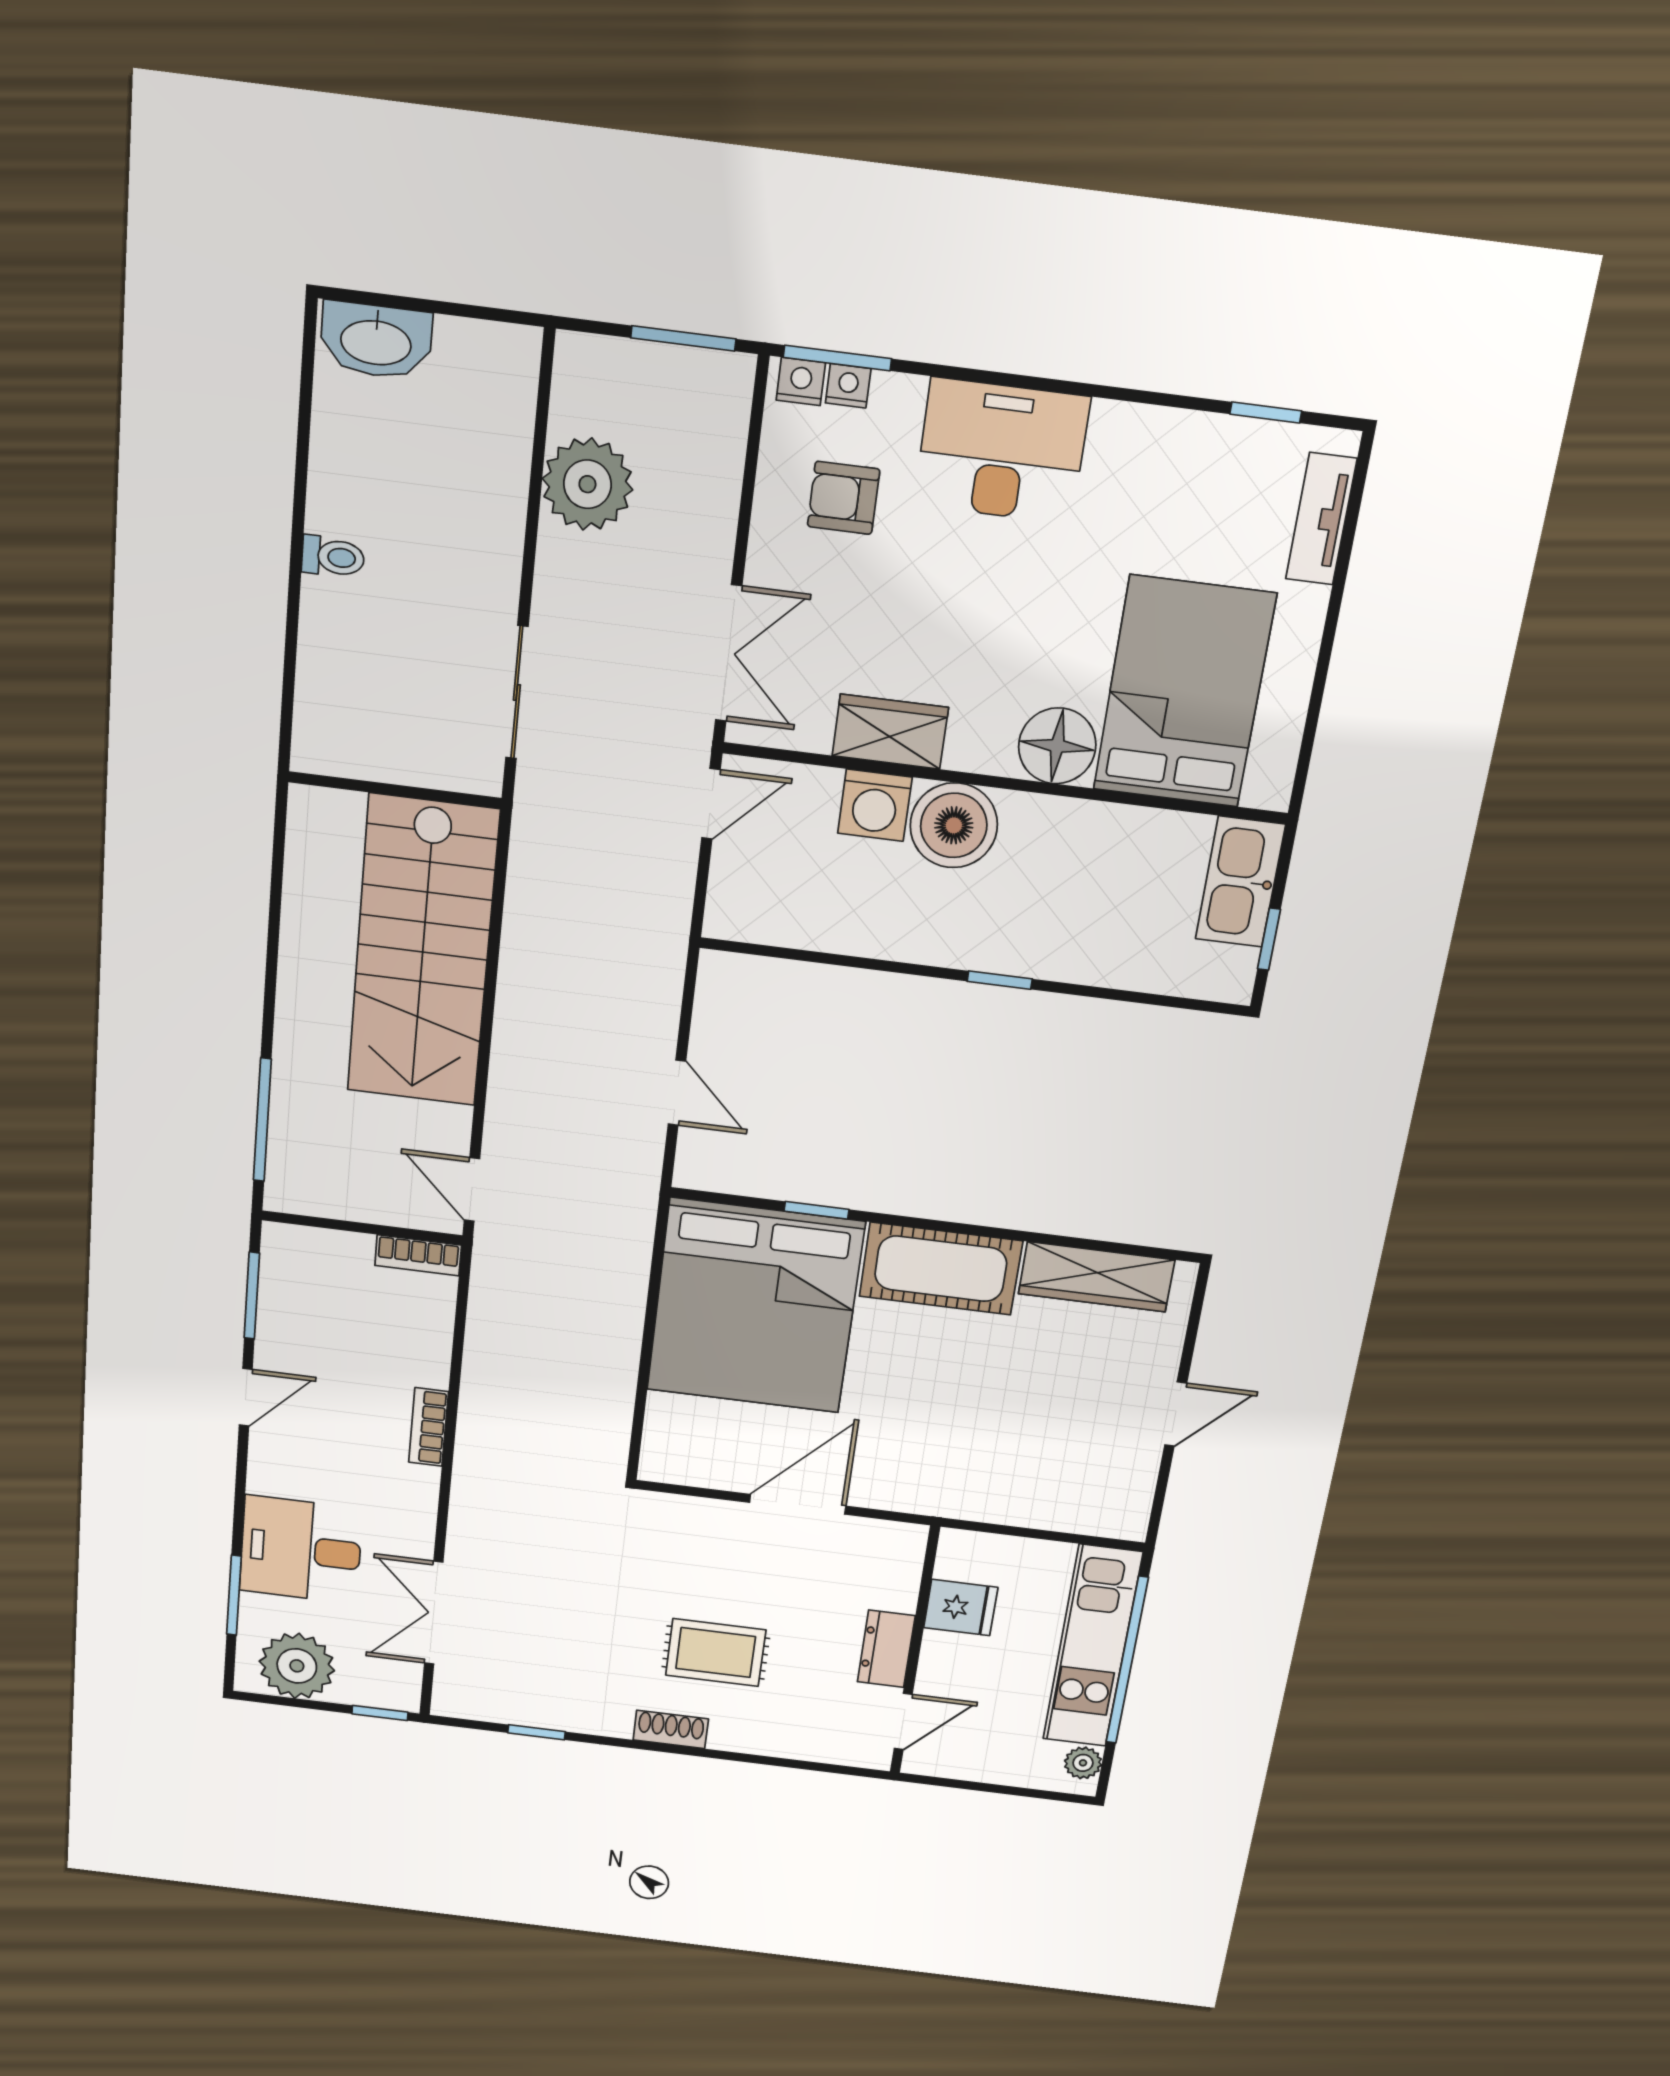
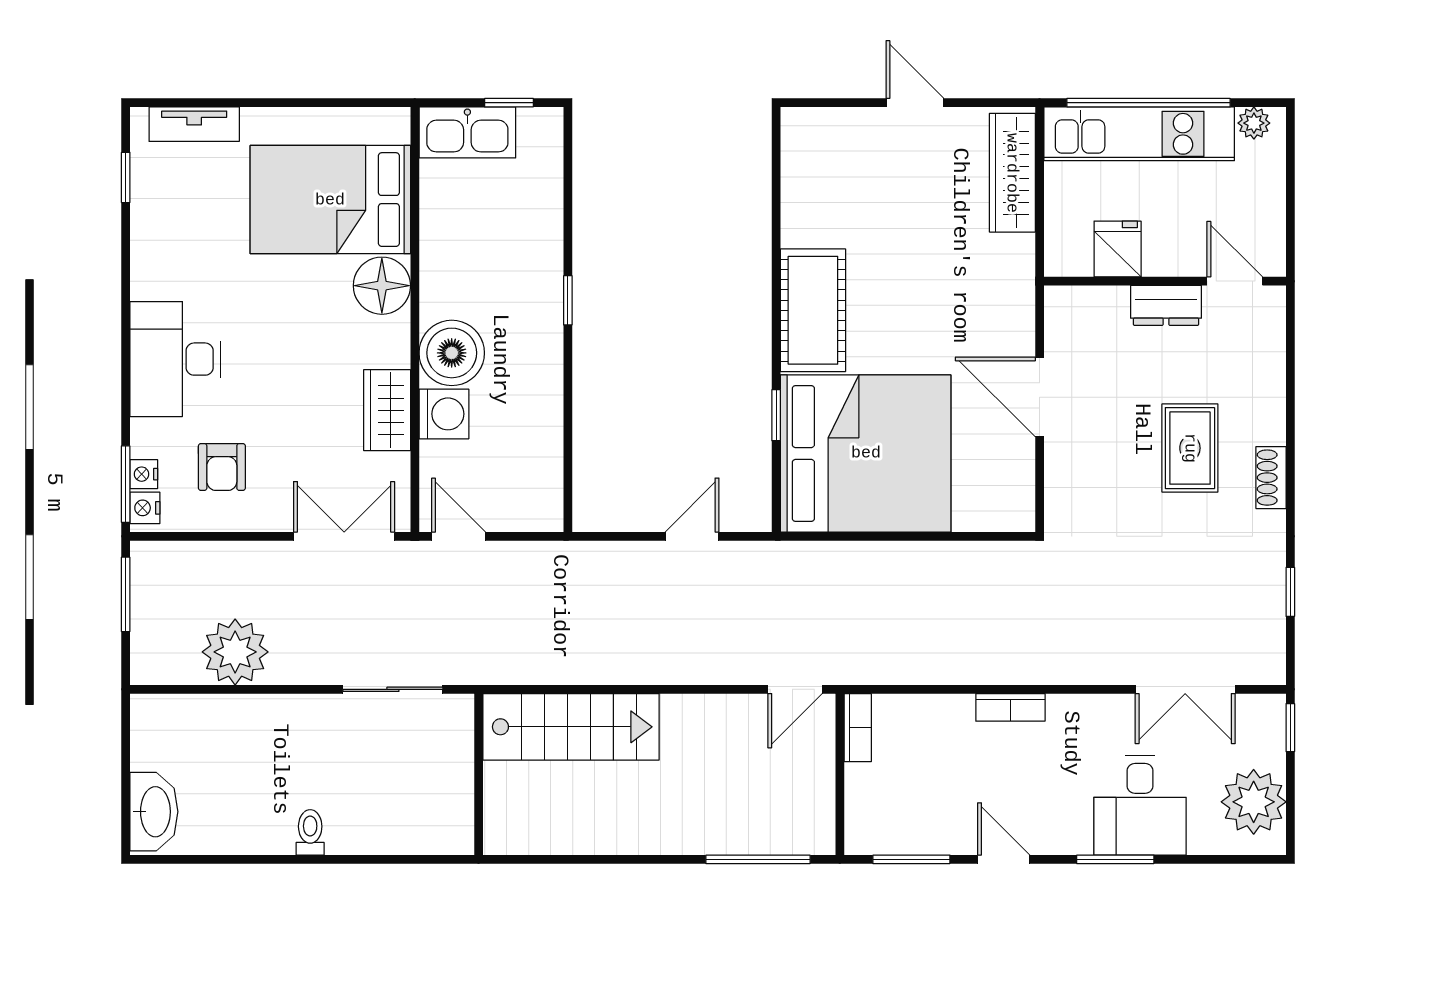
stairs: (423, 952) -> (571, 727), width x0.73, depth x0.66
wardrobe: (1096, 1277) -> (1012, 173), moved, turned 180
window: (234, 1595) -> (1115, 859), moved

